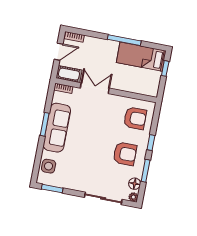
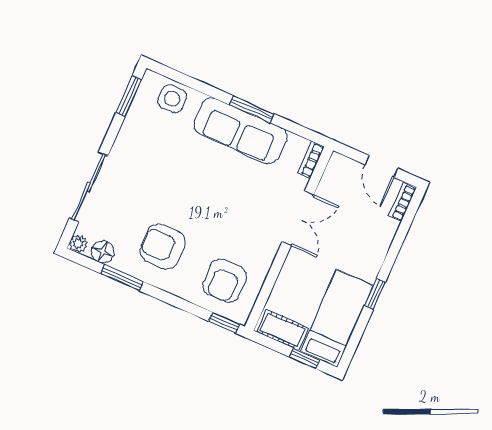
window: (124, 40) -> (375, 294), width x0.46
cot: (69, 74) -> (283, 330), moved, turned 90
window: (151, 143) -> (224, 323), moved
armchair: (125, 154) -> (163, 246), turned 90

